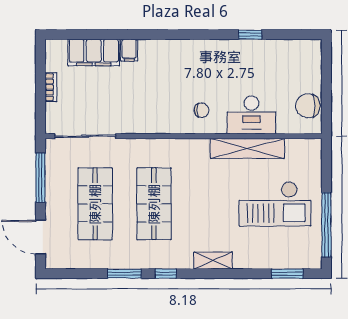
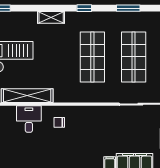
desk: (251, 115) -> (29, 119), width x0.73
window: (124, 274) -> (128, 8), moved

